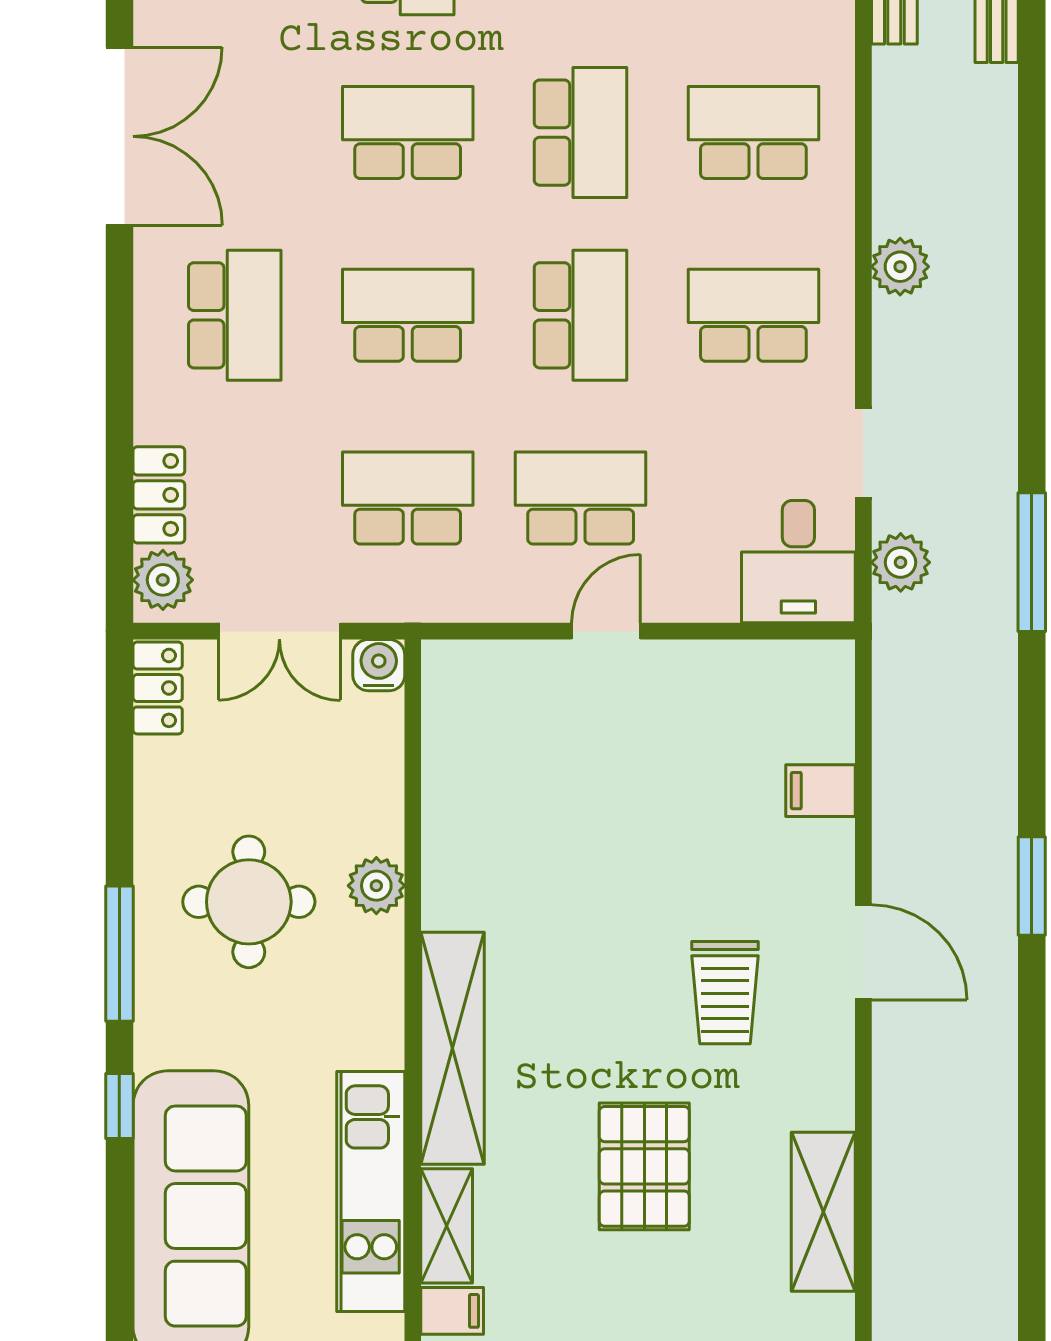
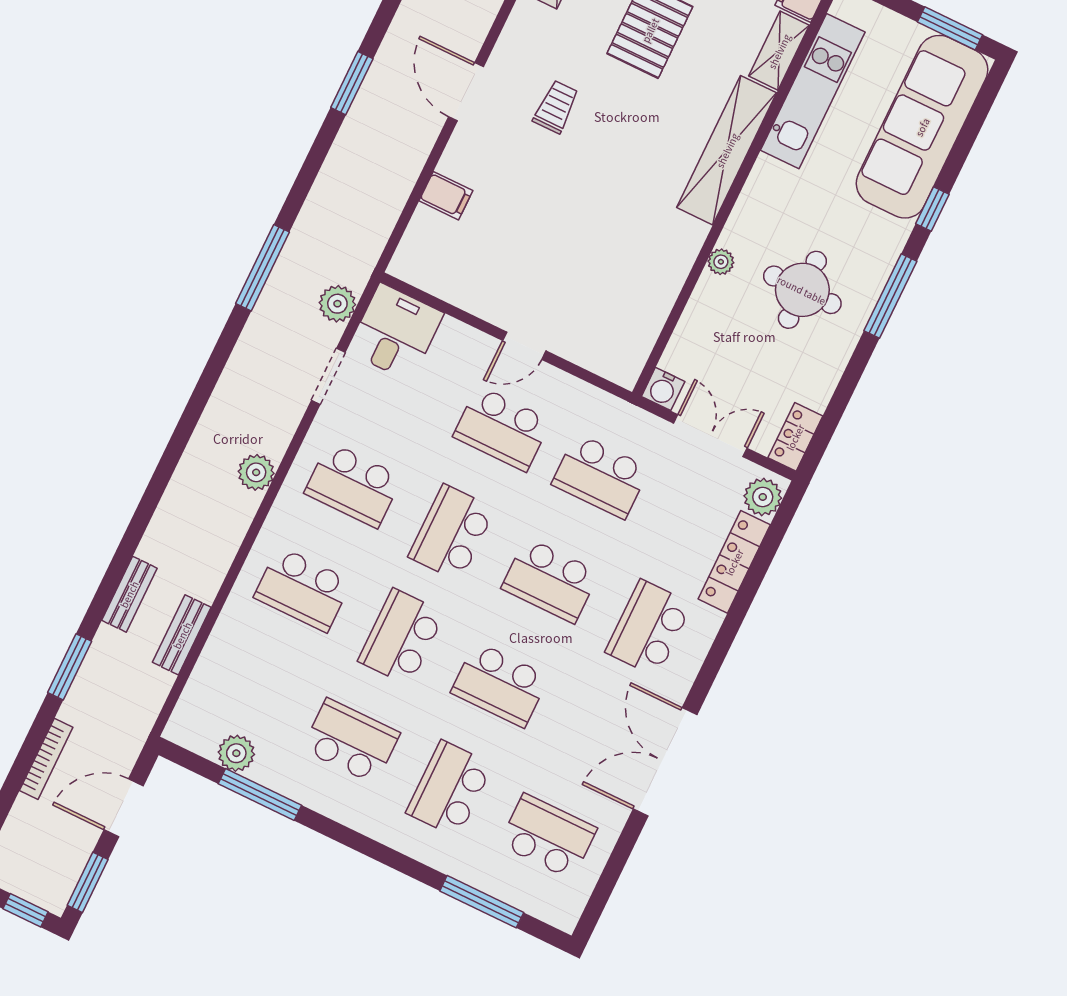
locker: (159, 495) -> (734, 562), width x1.53
plant: (376, 886) -> (721, 262), width x0.73, depth x0.73
trolley: (725, 993) -> (556, 107), width x0.73, depth x0.72

